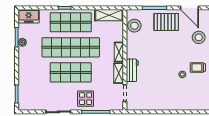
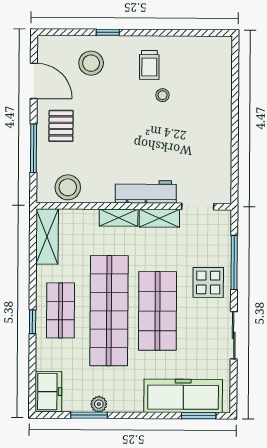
door: (189, 8) -> (34, 81), hinge flipped
shop shelf: (71, 22) -> (60, 310), width x0.70, depth x0.74
pallet: (166, 22) -> (61, 126), width x0.67, depth x0.71
workbench: (132, 70) -> (146, 192), width x1.37
freezer: (27, 86) -> (183, 396), added

